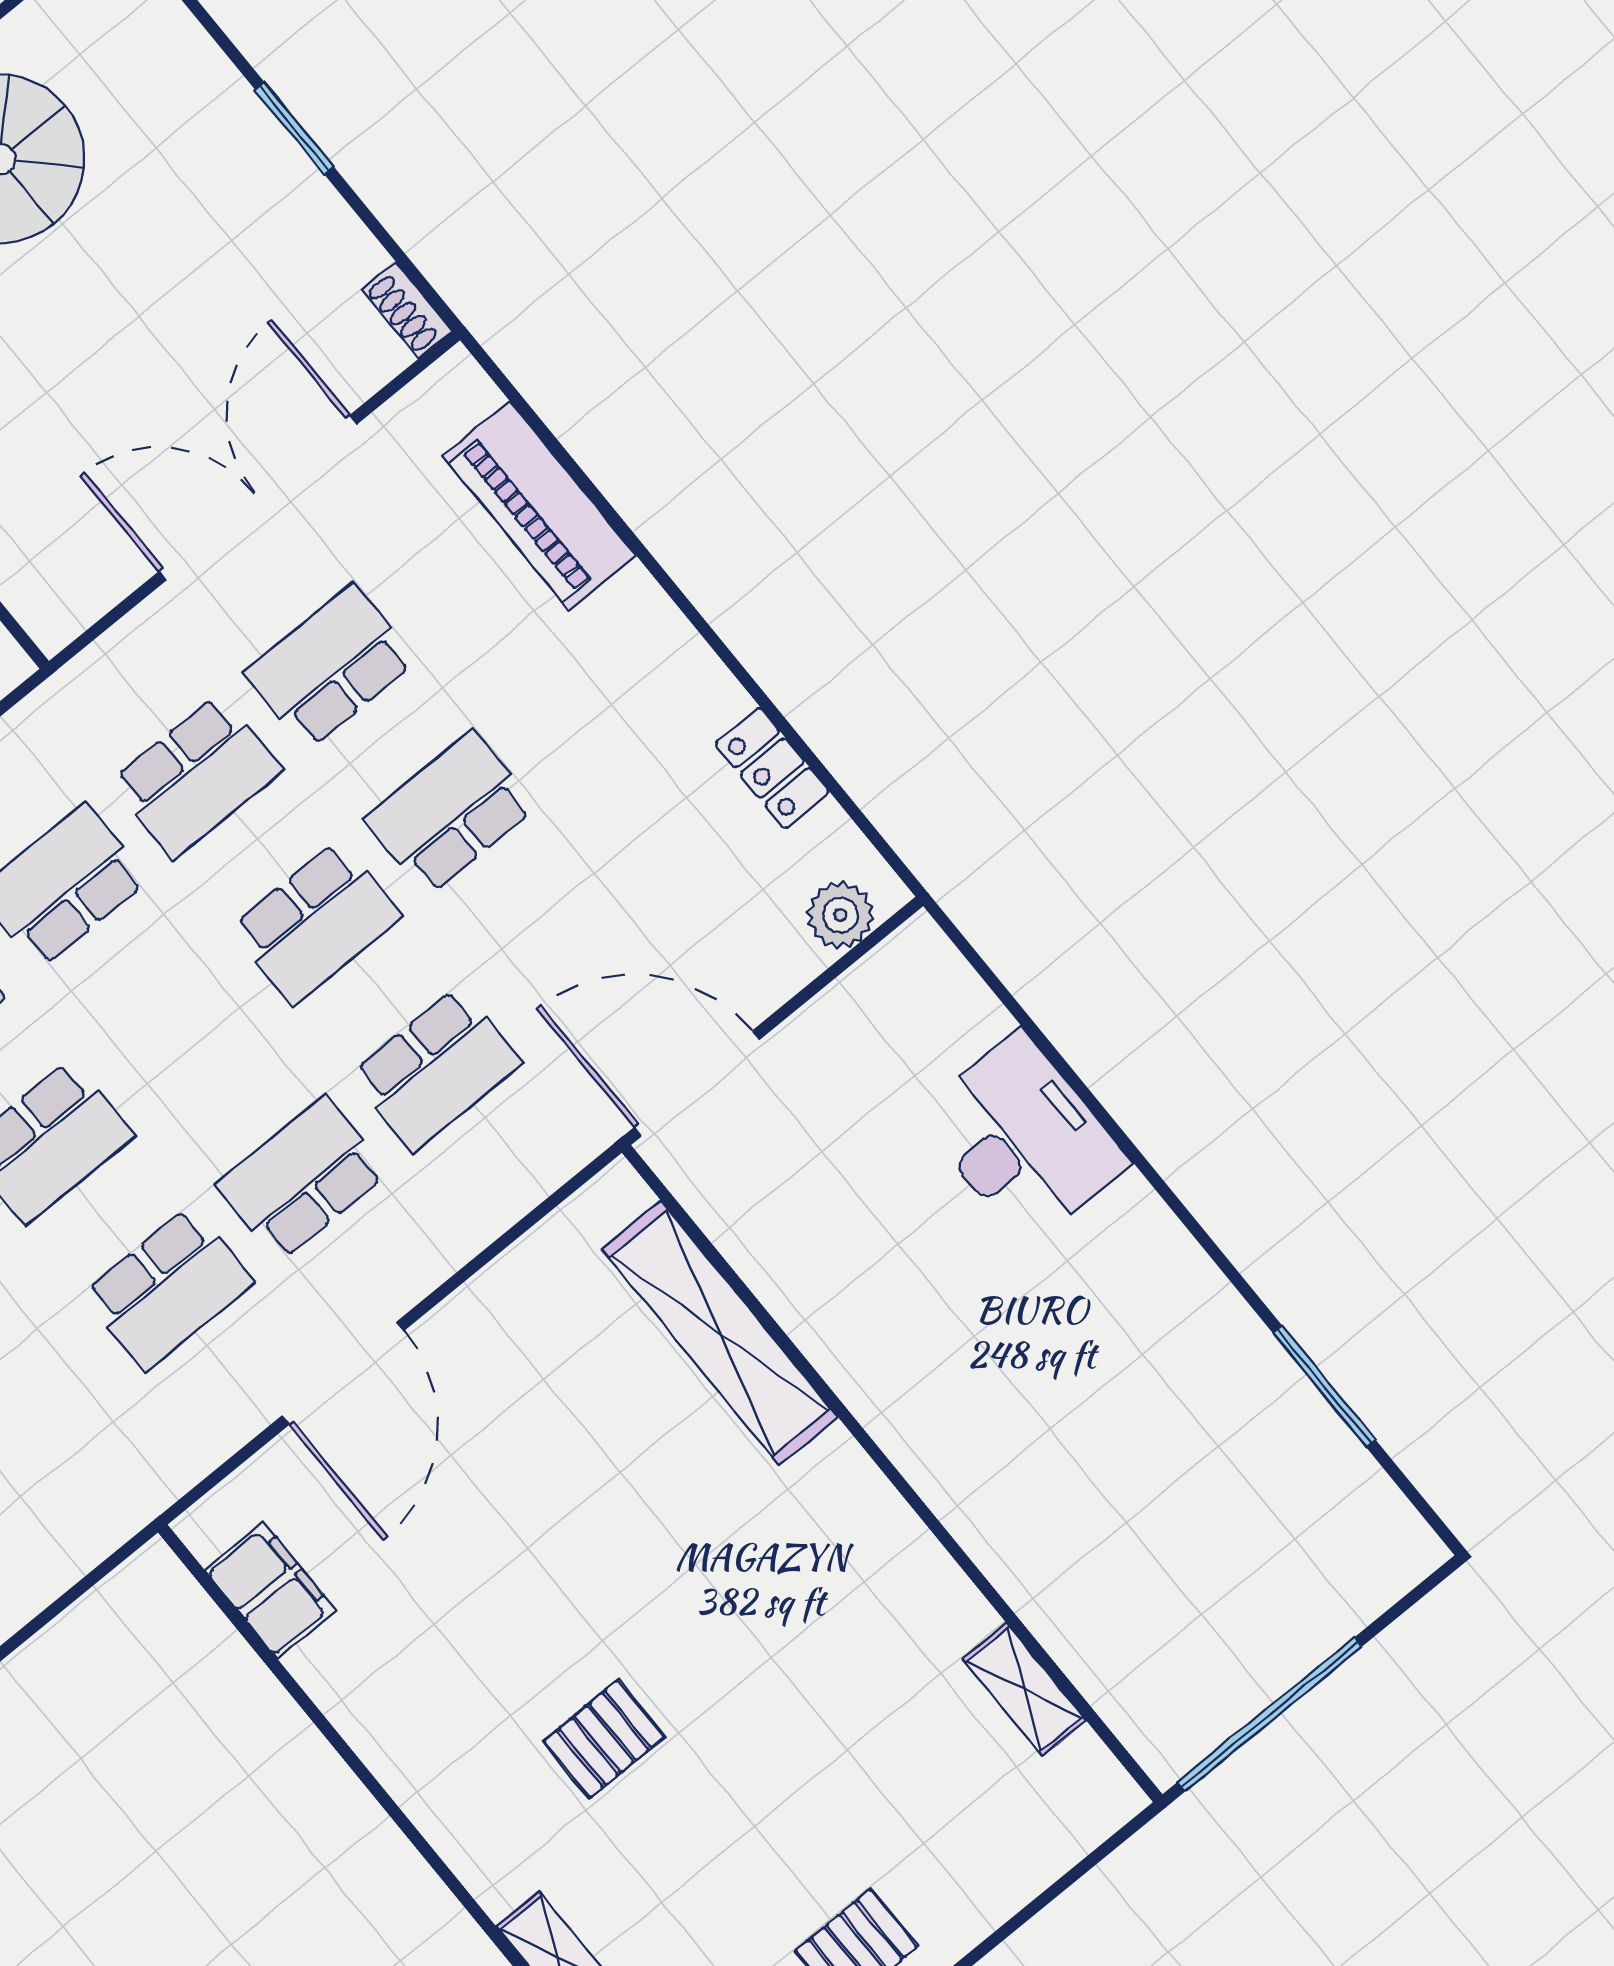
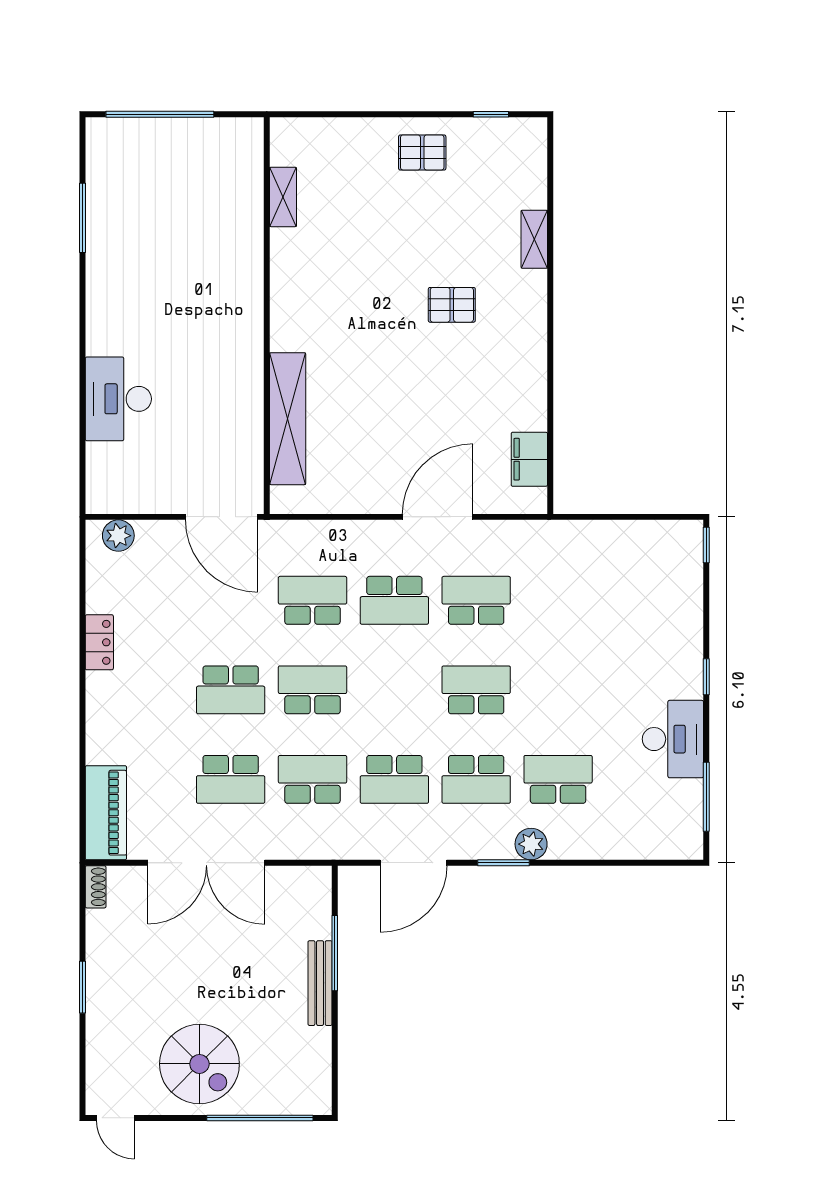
piano: (539, 505) -> (106, 813), moved
locker: (772, 768) -> (99, 642), moved
window: (1270, 1714) -> (160, 114), moved

